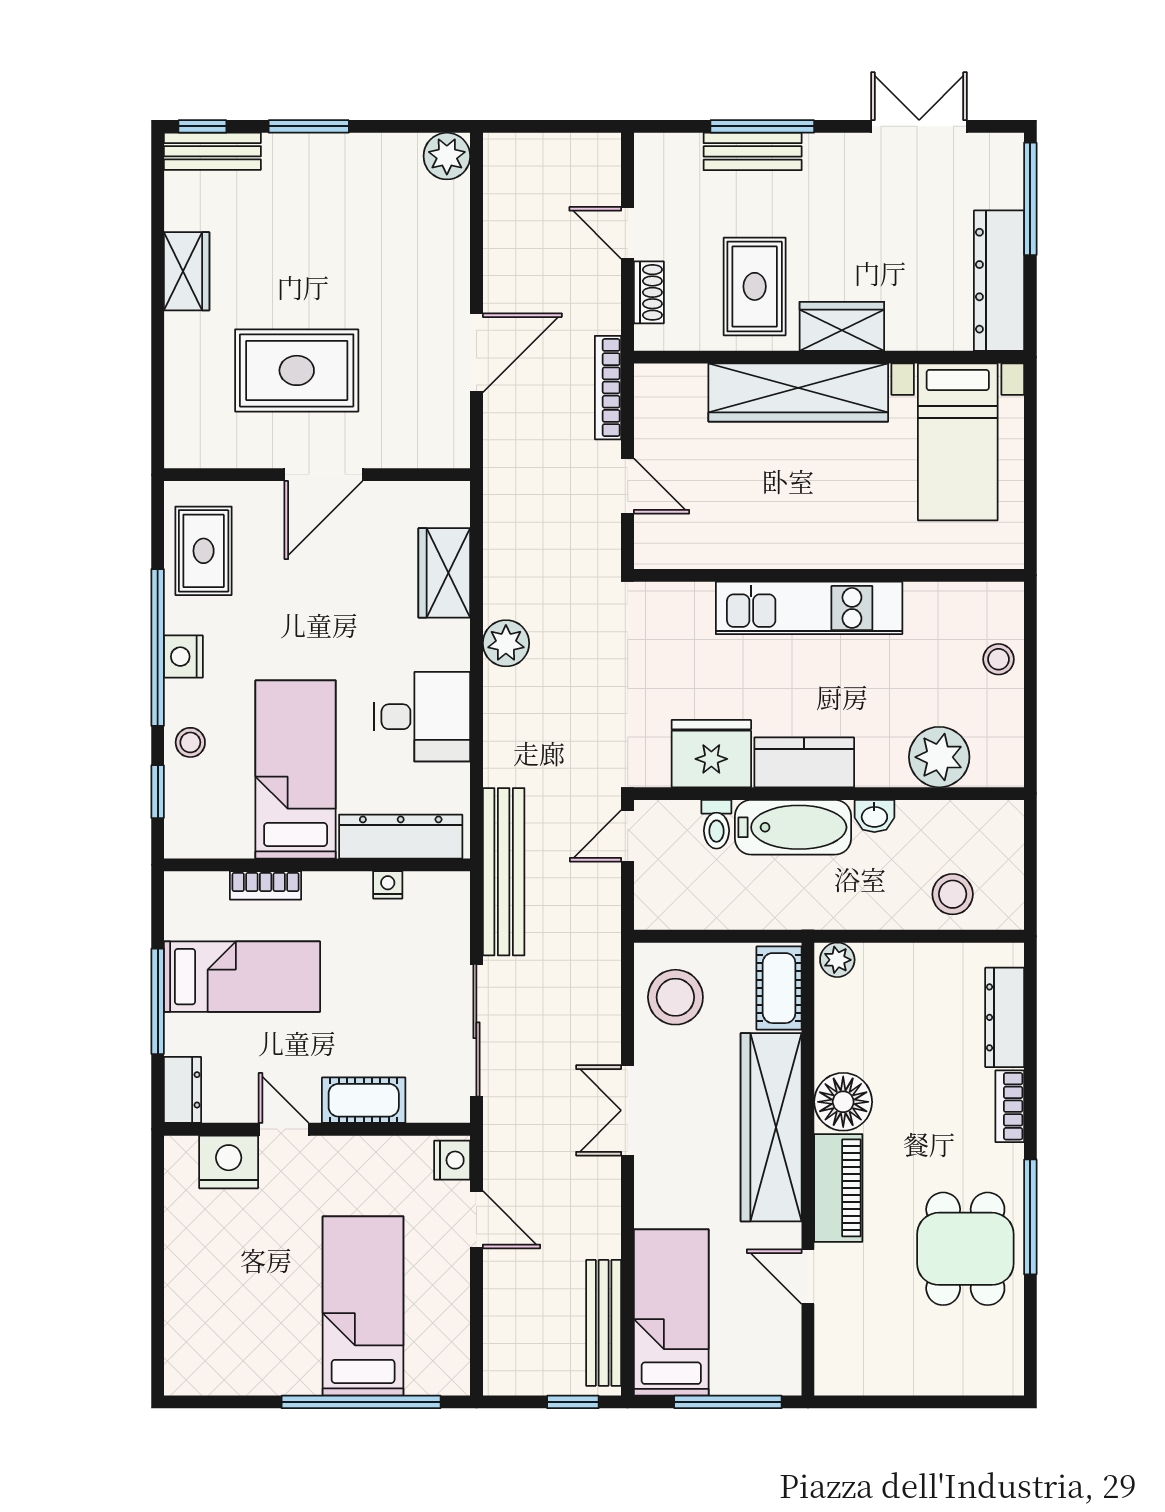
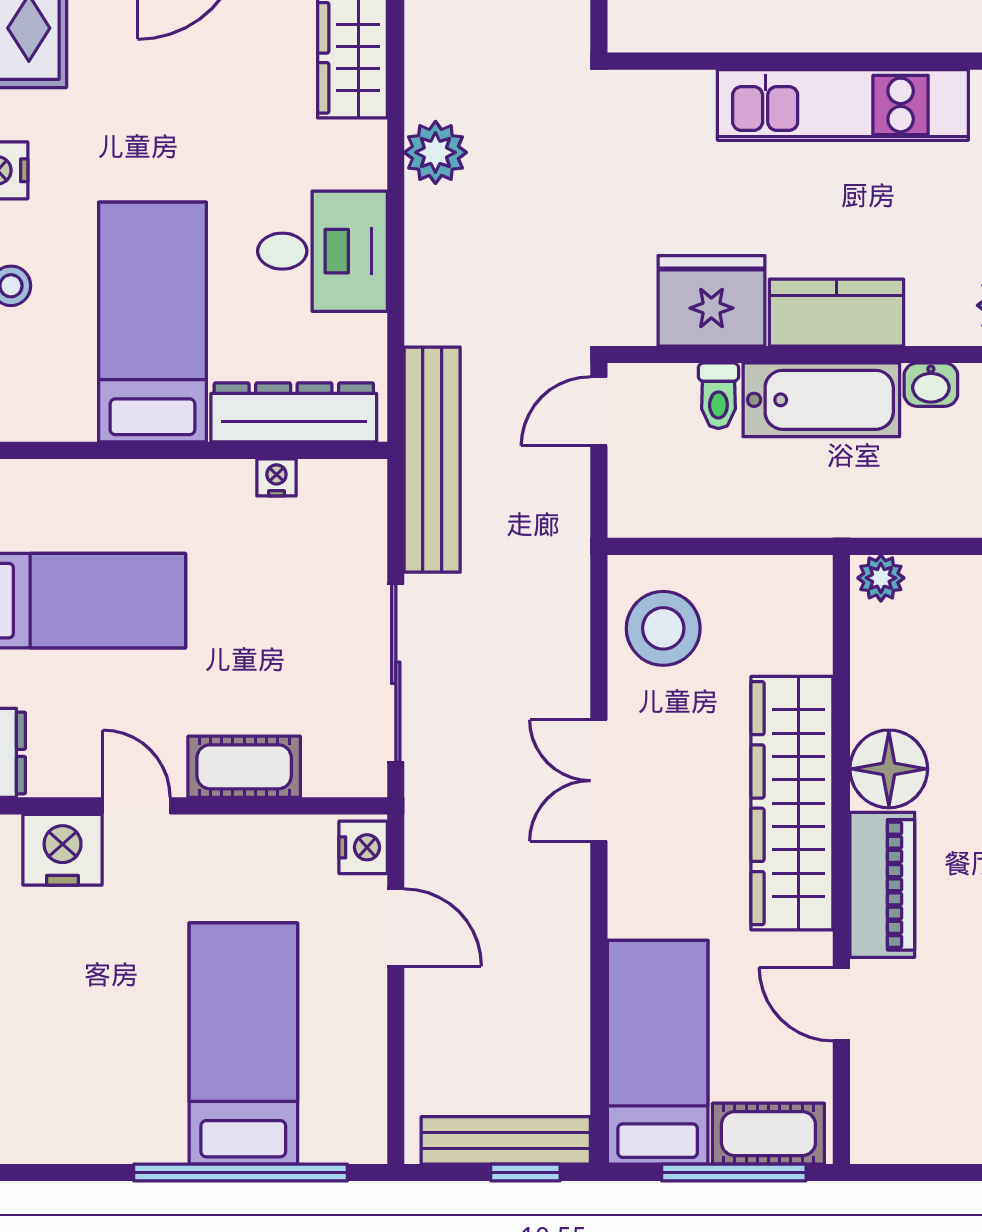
bookcase: (266, 885) -> (112, 478), removed
cot: (779, 988) -> (768, 1134), moved, turned 90
bench: (604, 1323) -> (506, 1140), moved, turned 90

